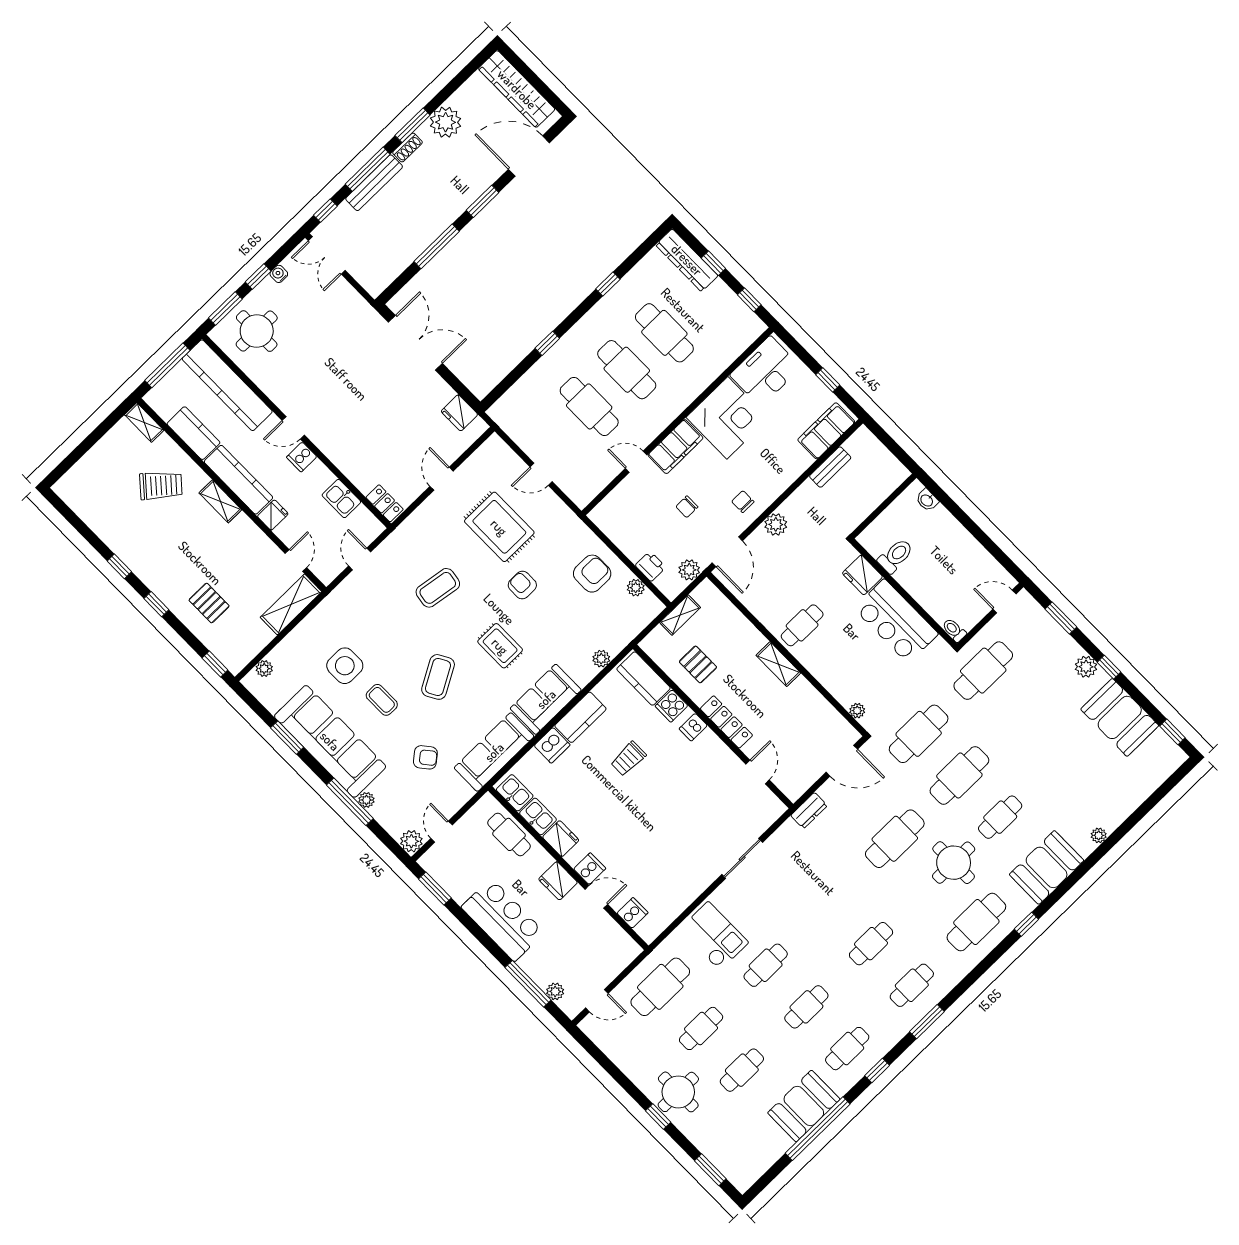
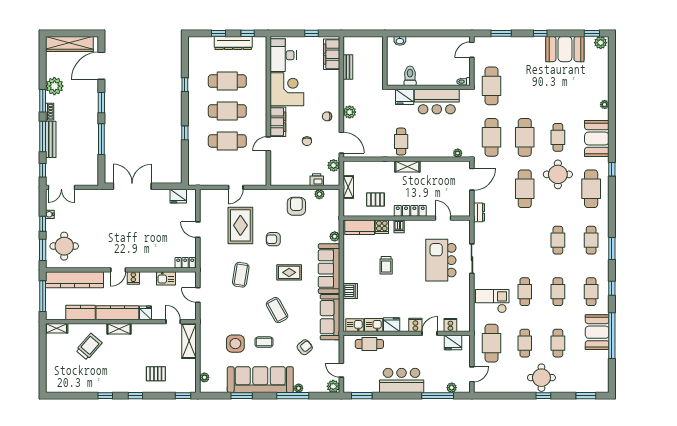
dresser: (687, 260) -> (233, 43), moved
rug: (499, 527) -> (240, 225), turned 90
plant: (1086, 667) -> (601, 43), moved
sofa: (546, 699) -> (329, 269), width x1.36
kitchen counter: (580, 717) -> (350, 268), removed
kitchen island: (702, 821) -> (441, 260), added
fridge: (558, 881) -> (453, 342), moved

